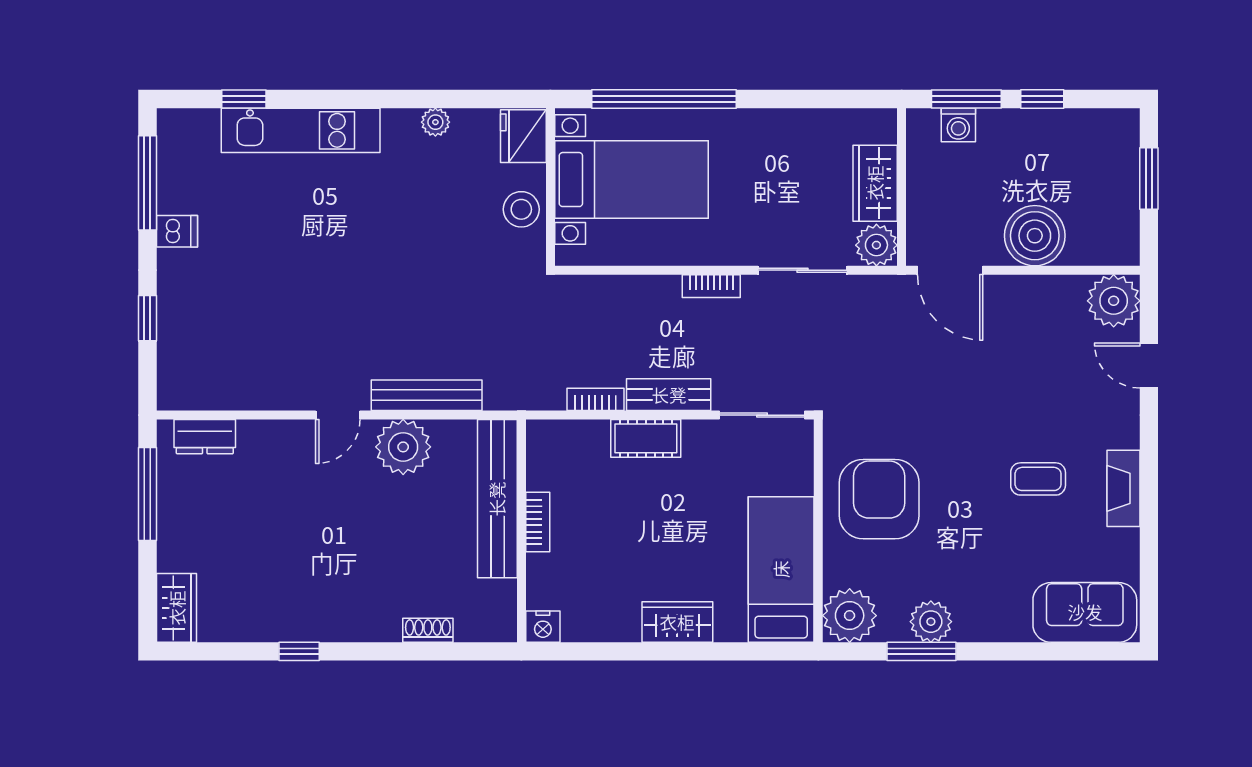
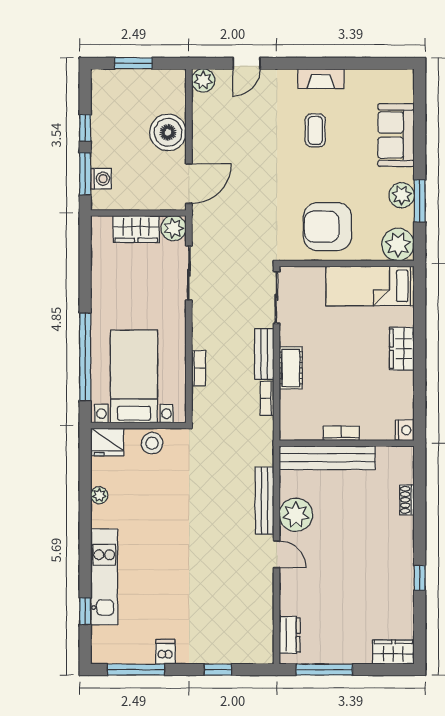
bookcase: (711, 286) -> (199, 368), moved
plant: (1114, 301) -> (203, 80), width x0.73, depth x0.73
sofa: (1085, 612) -> (396, 135), moved

